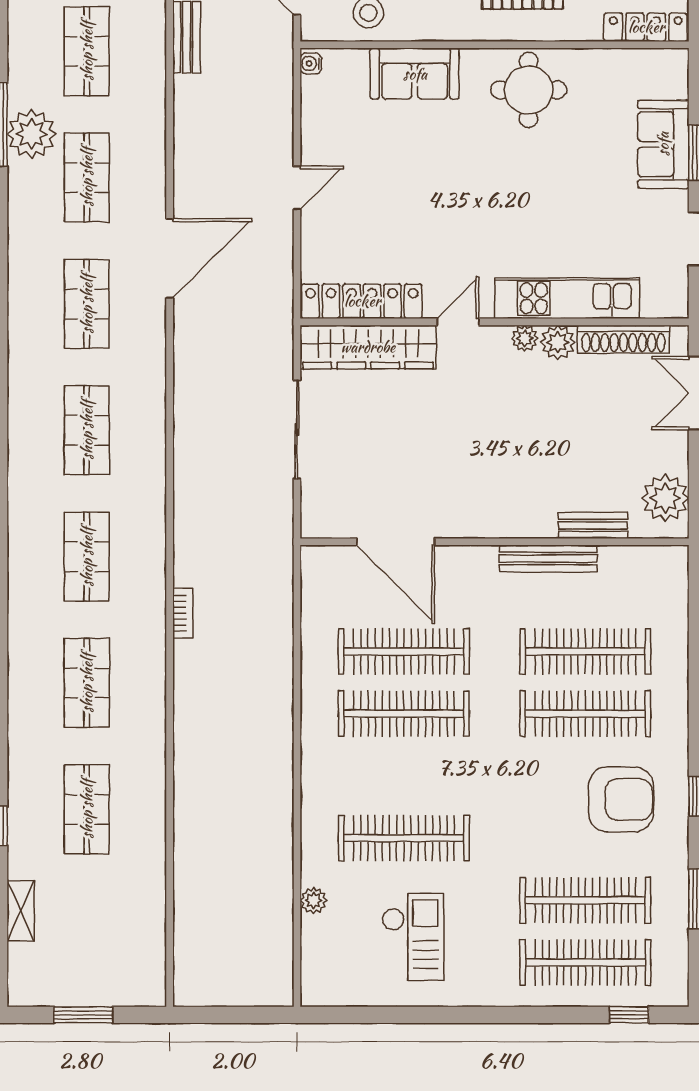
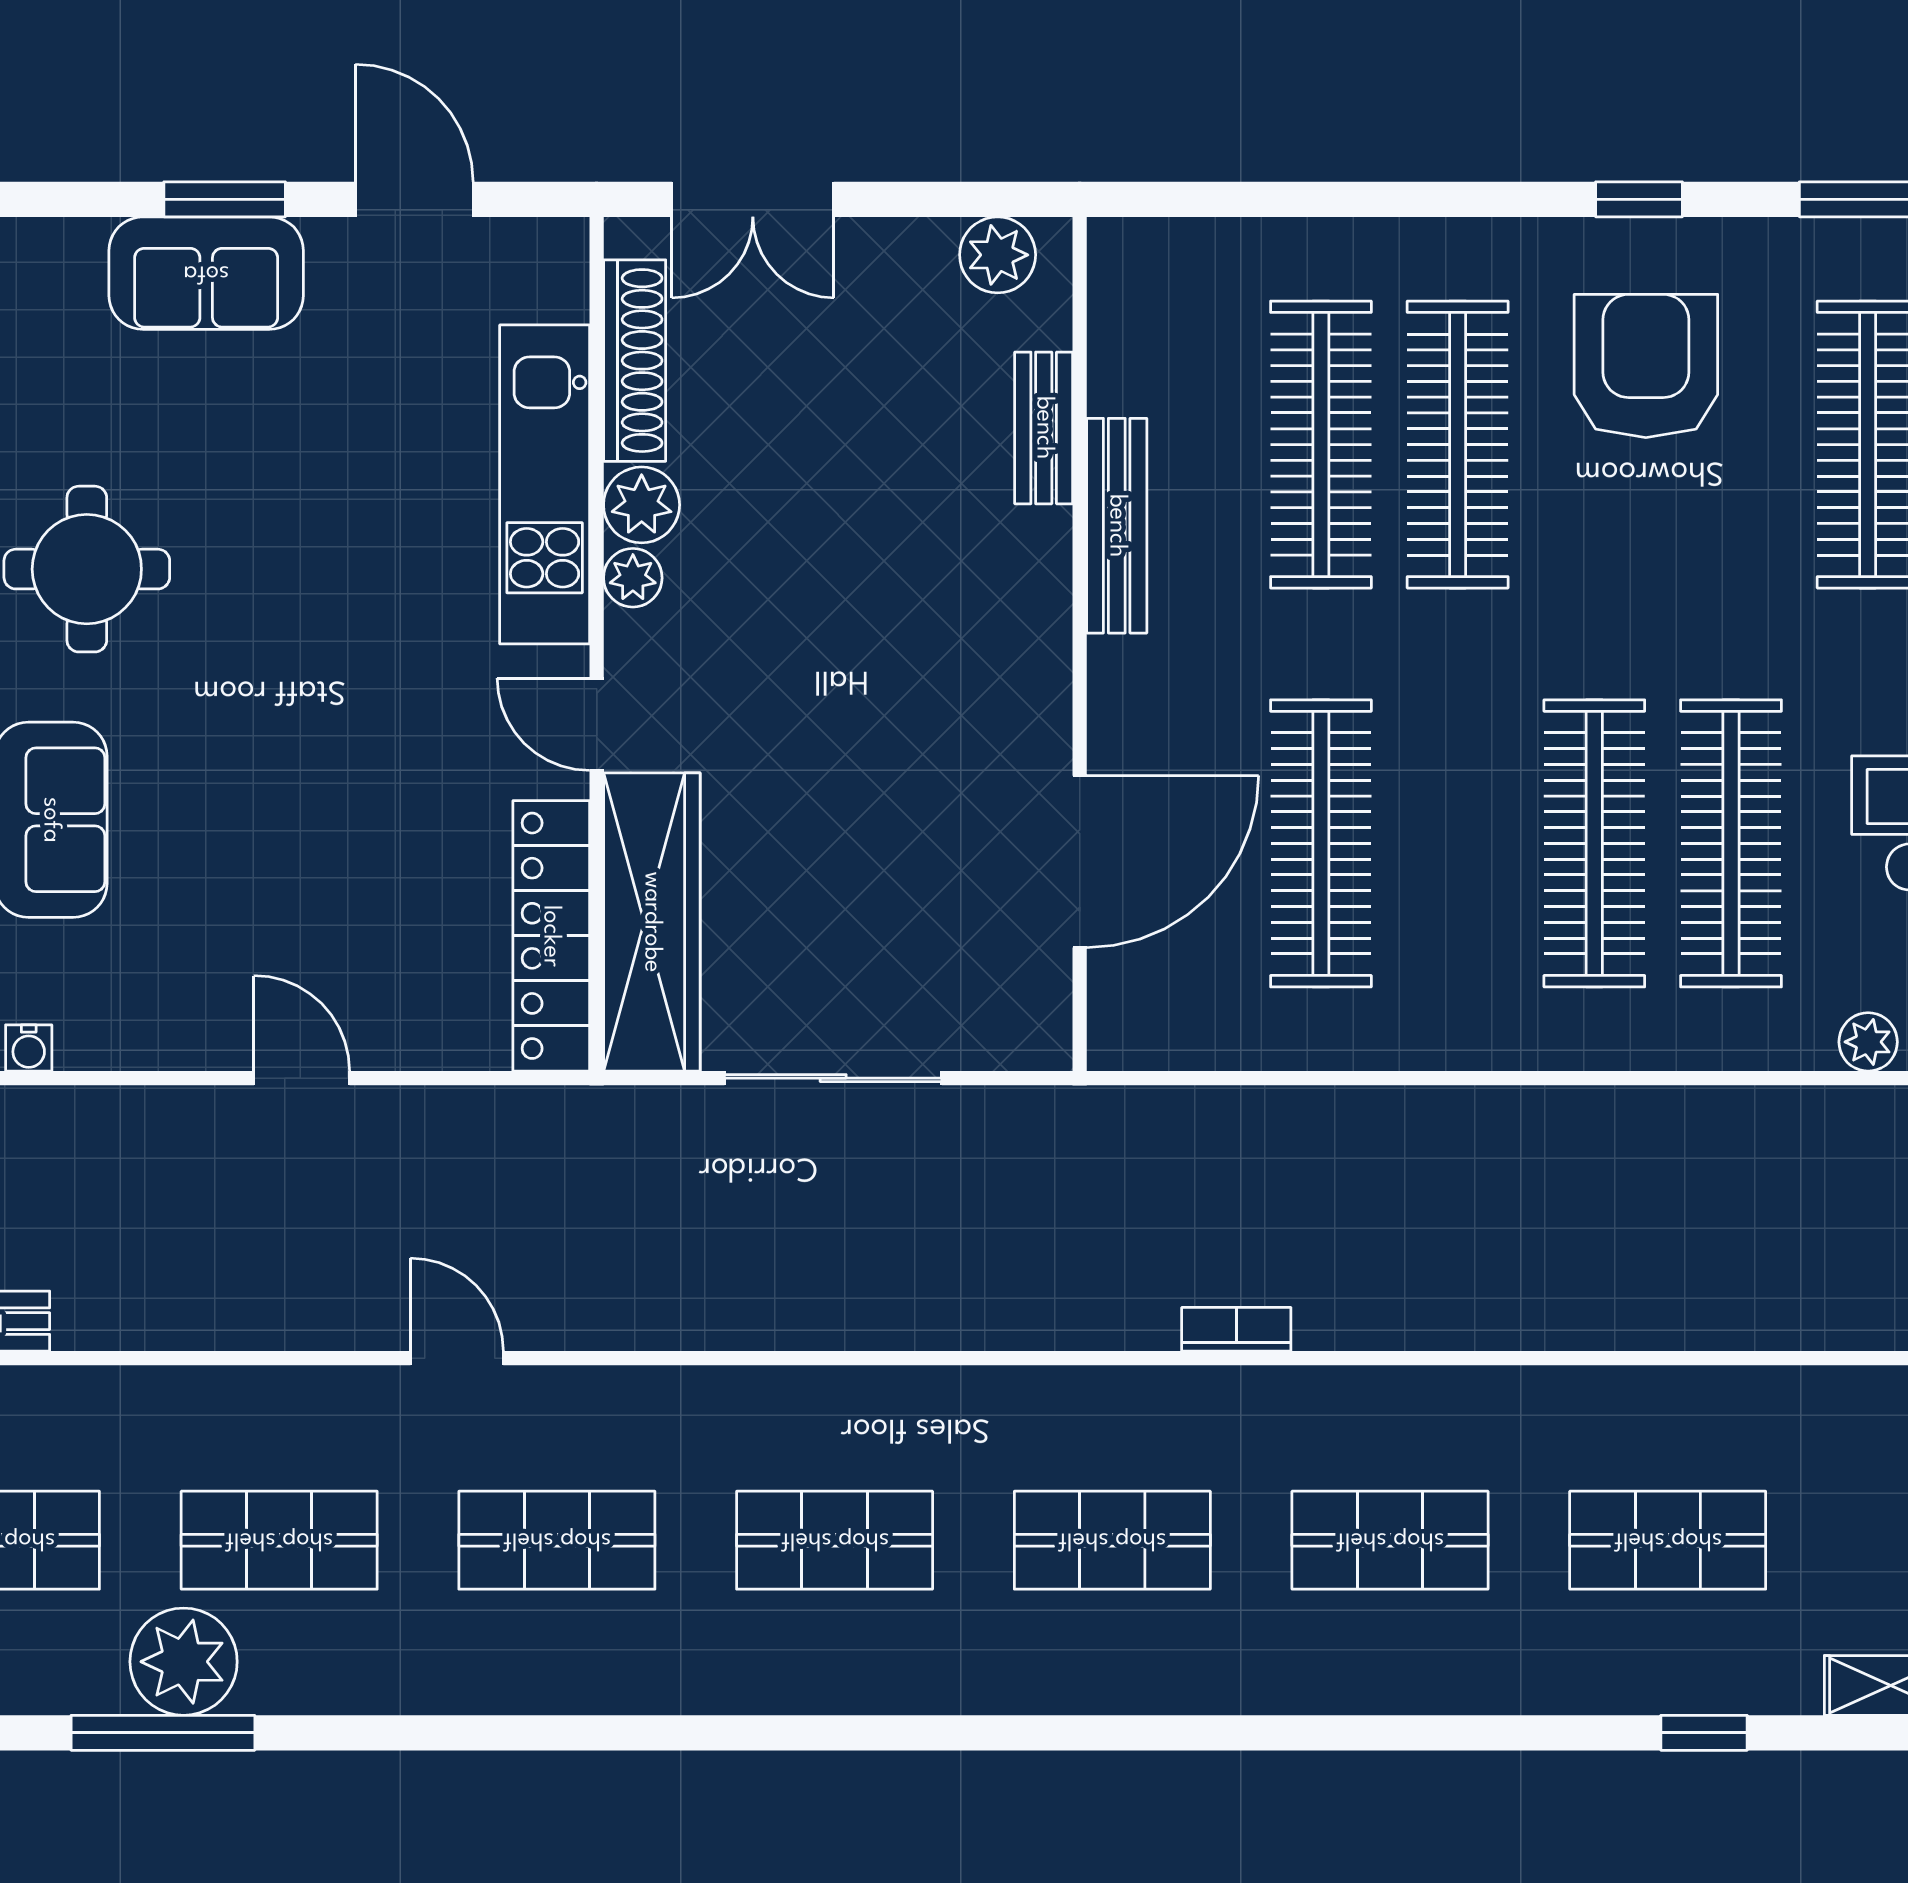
door: (170, 258) -> (457, 1358), width x0.53
plant: (665, 498) -> (998, 255), width x0.73, depth x0.73
clothes rail: (404, 714) -> (1594, 843), moved

